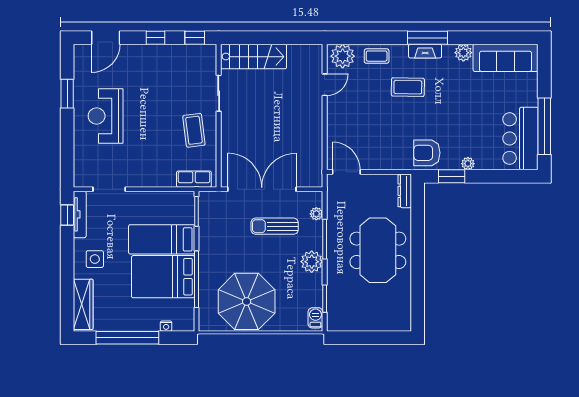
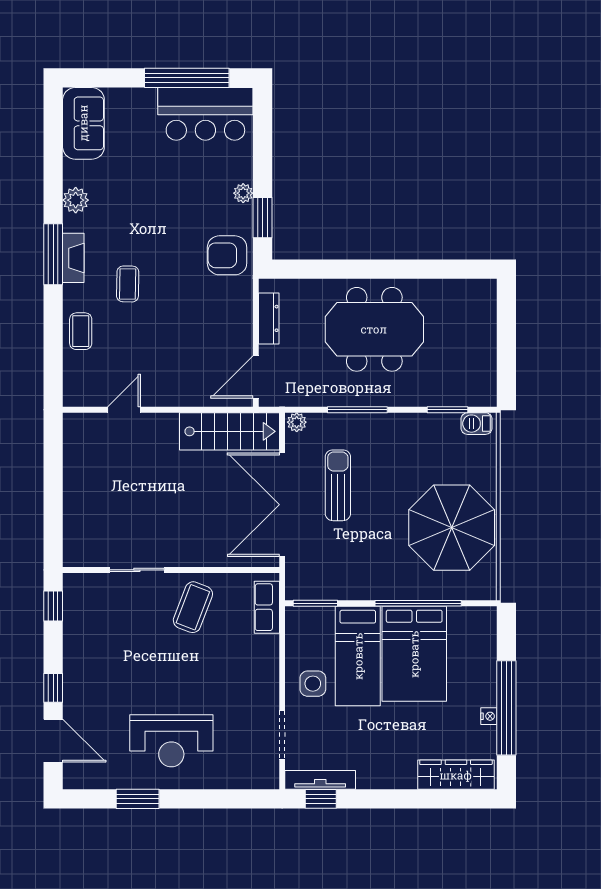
window: (155, 38) -> (53, 688), moved
plant: (343, 56) -> (81, 383), removed
stairs: (254, 57) -> (229, 431), moved, turned 90
sofa: (506, 58) -> (83, 123), width x0.73
door: (325, 85) -> (124, 410), hinge flipped
coffee table: (408, 87) -> (128, 284), width x0.73, depth x0.77
coffee table: (194, 130) -> (193, 607), turned -62
armchair: (427, 153) -> (227, 255), turned 90
dresser: (405, 191) -> (269, 318), moved, turned -90
plant: (316, 214) -> (297, 422), moved
sun lounger: (275, 226) -> (338, 485), turned 180
side table: (95, 259) -> (313, 684), moved
plant: (312, 262) -> (391, 429), removed
nightstand: (166, 326) -> (489, 716), moved

